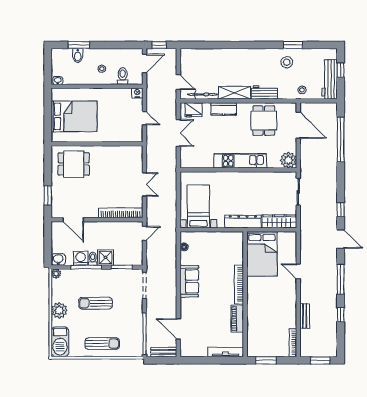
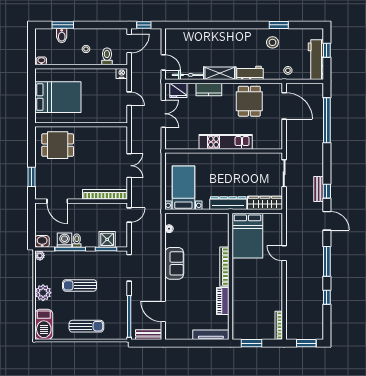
plant: (288, 160) -> (274, 141), removed
shower: (106, 258) -> (107, 239), moved
bench: (305, 316) -> (319, 189), moved

